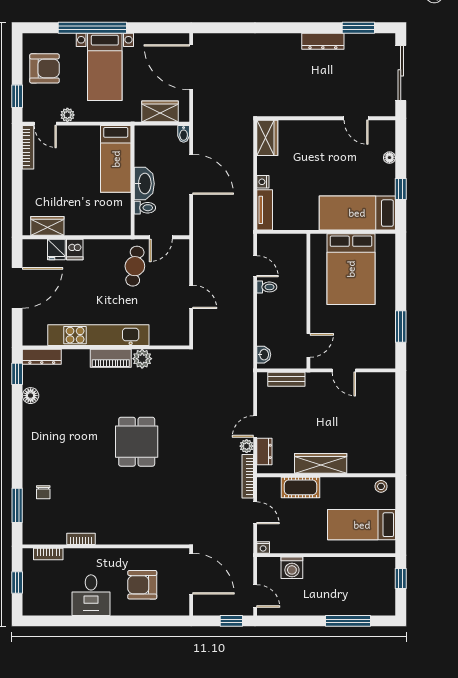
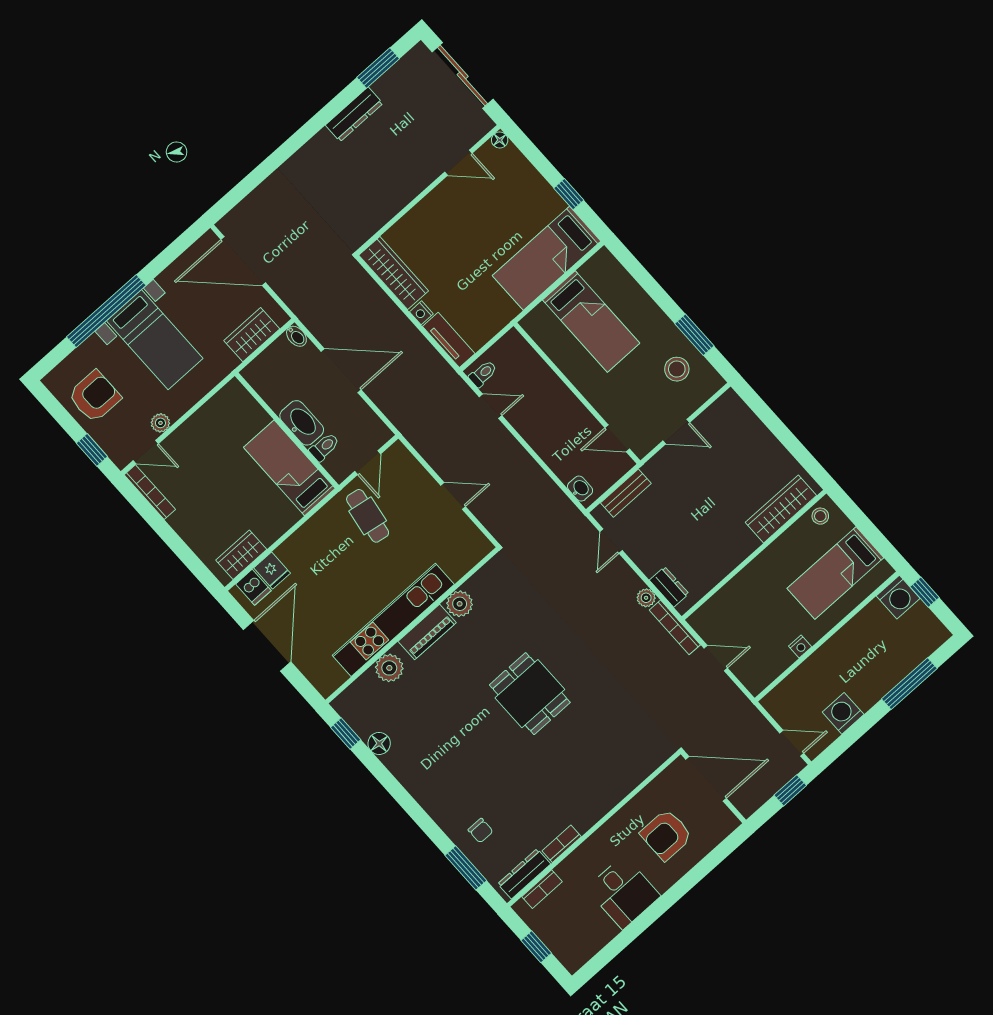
wardrobe: (267, 138) -> (394, 273), width x1.50
floor lamp: (389, 158) -> (500, 140), moved
bed: (116, 159) -> (289, 468), moved, turned 180
dishwasher: (75, 250) -> (253, 587), moved
bed: (351, 269) -> (591, 322), width x0.67
toilet: (267, 287) -> (483, 374), moved
stool: (374, 337) -> (677, 369), added
door: (308, 345) -> (617, 438), swing flipped
dresser: (42, 357) -> (524, 874), moved, turned 180
plant: (73, 359) -> (389, 668), added
door: (255, 426) -> (611, 541), moved
wardrobe: (321, 463) -> (781, 509), moved
cot: (301, 487) -> (739, 591), removed
nightstand: (263, 548) -> (800, 647), moved
washing machine: (292, 568) -> (843, 713), moved, turned 180
washing machine: (384, 568) -> (898, 597), added

